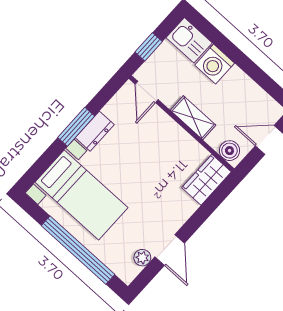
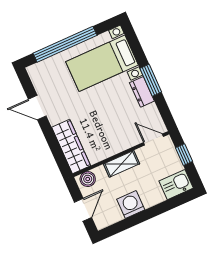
washing machine: (215, 64) -> (131, 204), moved
wardrobe: (207, 180) -> (71, 146), width x1.50
plant: (142, 258) -> (40, 86), removed

